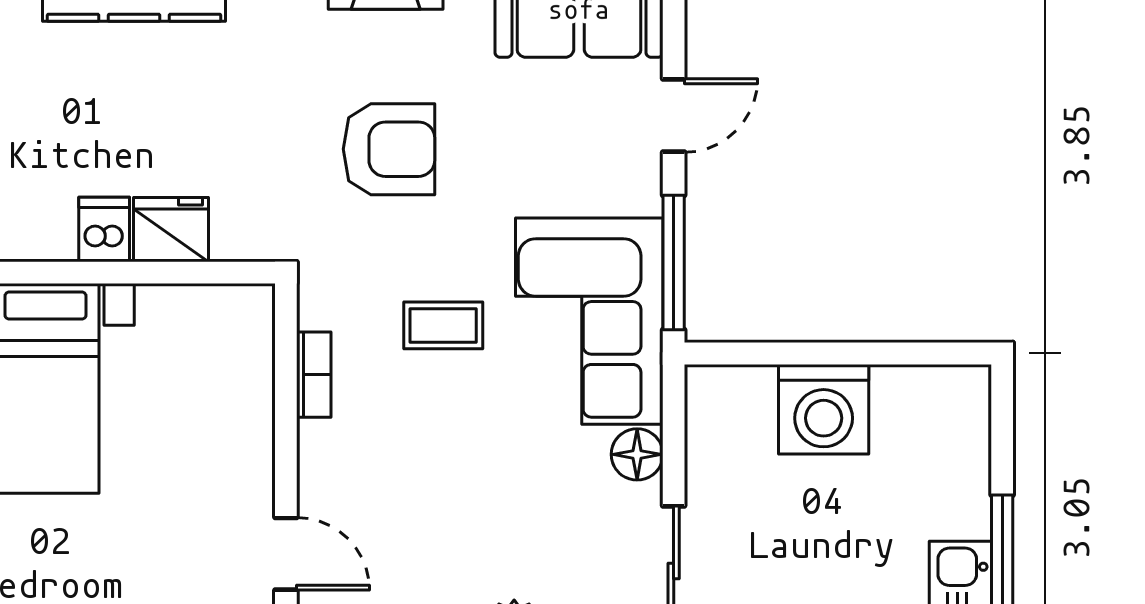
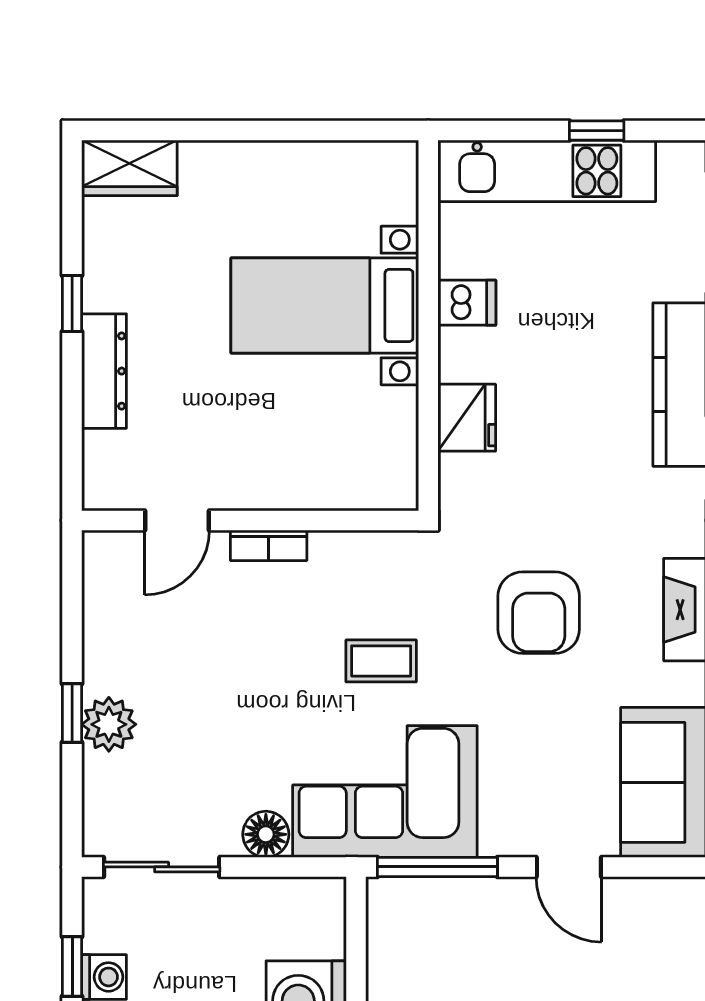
dishwasher: (104, 230) -> (467, 303), moved
coffee table: (443, 325) -> (381, 661), turned 90
bookcase: (314, 375) -> (269, 545), moved

